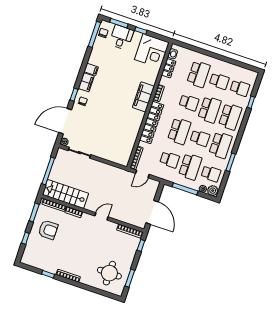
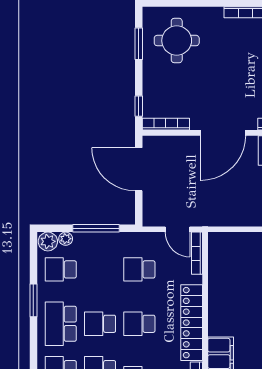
school desk: (179, 131) -> (139, 324), width x0.54
school desk: (190, 167) -> (100, 269), removed
door: (142, 174) -> (178, 229), swing flipped
door: (101, 216) -> (223, 133), width x1.87

